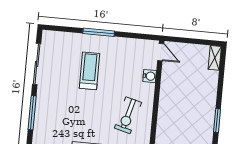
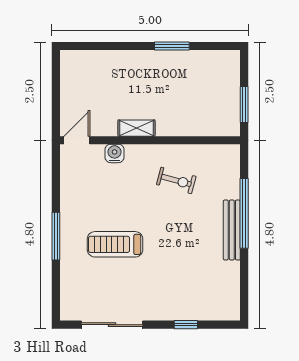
shelving: (215, 58) -> (137, 128), moved
window: (32, 113) -> (186, 325), width x0.46
exercise bike: (128, 115) -> (176, 180), width x0.73, depth x0.72

